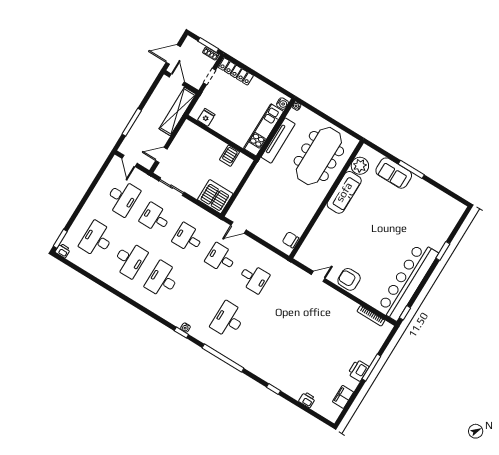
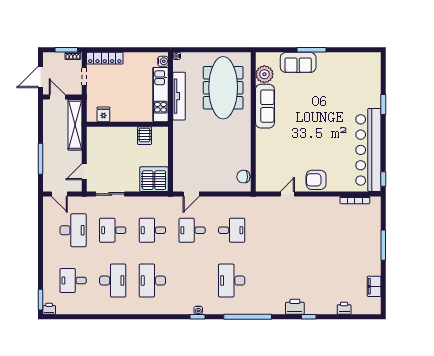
desk: (97, 239) -> (73, 281), width x0.73
printer: (358, 370) -> (295, 307), moved, turned 90

